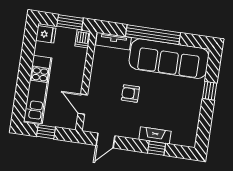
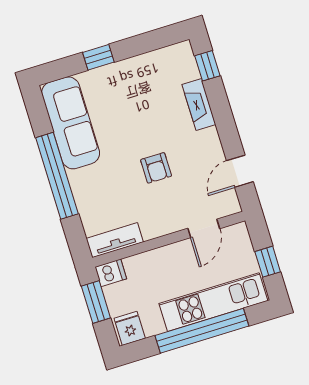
tv unit: (113, 41) -> (115, 240), moved, turned -90
sofa: (169, 59) -> (71, 123), width x0.74, depth x0.79
window: (24, 75) -> (202, 331), added
door: (106, 141) -> (240, 171), swing flipped
window: (156, 148) -> (207, 66), moved

